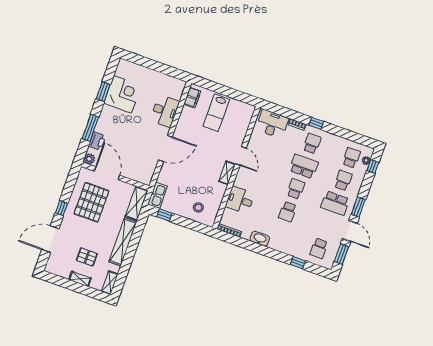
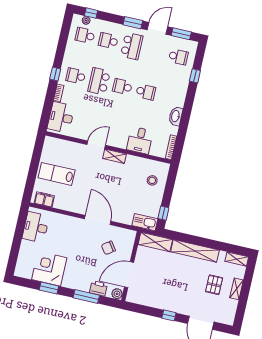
desk: (165, 111) -> (36, 227), moved, turned -90
lab bench: (216, 113) -> (57, 174), turned 180
chair: (136, 156) -> (108, 248), added
pallet: (92, 202) -> (160, 287), removed

